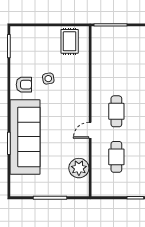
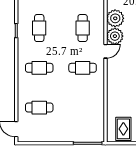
cafe table: (116, 111) -> (83, 68), turned 90
plant: (79, 148) -> (115, 36), added

